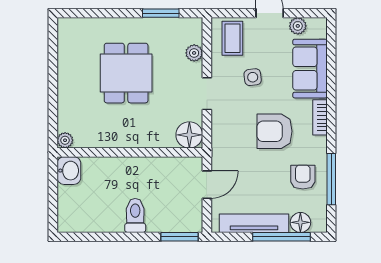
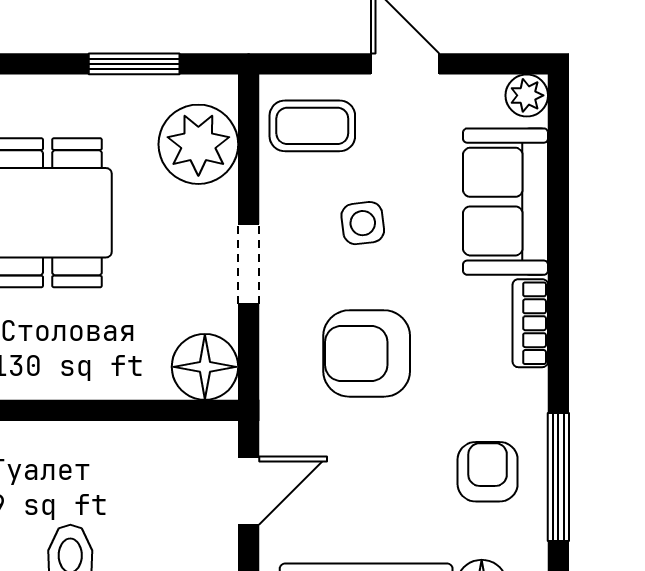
plant: (298, 26) -> (527, 95), moved
coffee table: (232, 38) -> (312, 126), turned 90
plant: (194, 53) -> (198, 144), width x1.88, depth x1.88
armchair: (275, 131) -> (367, 353), moved

